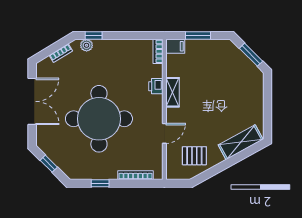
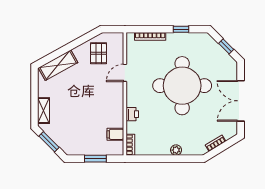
window: (94, 36) -> (187, 159), removed
plant: (87, 45) -> (176, 150), moved
filing cabinet: (175, 46) -> (115, 134), moved
shelving: (173, 92) -> (44, 111), moved
pallet: (194, 156) -> (99, 53), turned 90

